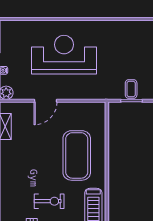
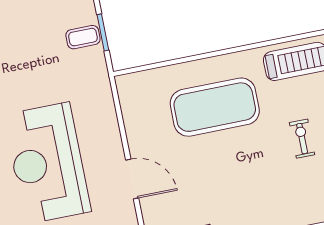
exercise bike: (49, 201) -> (302, 139), width x0.73, depth x0.72

